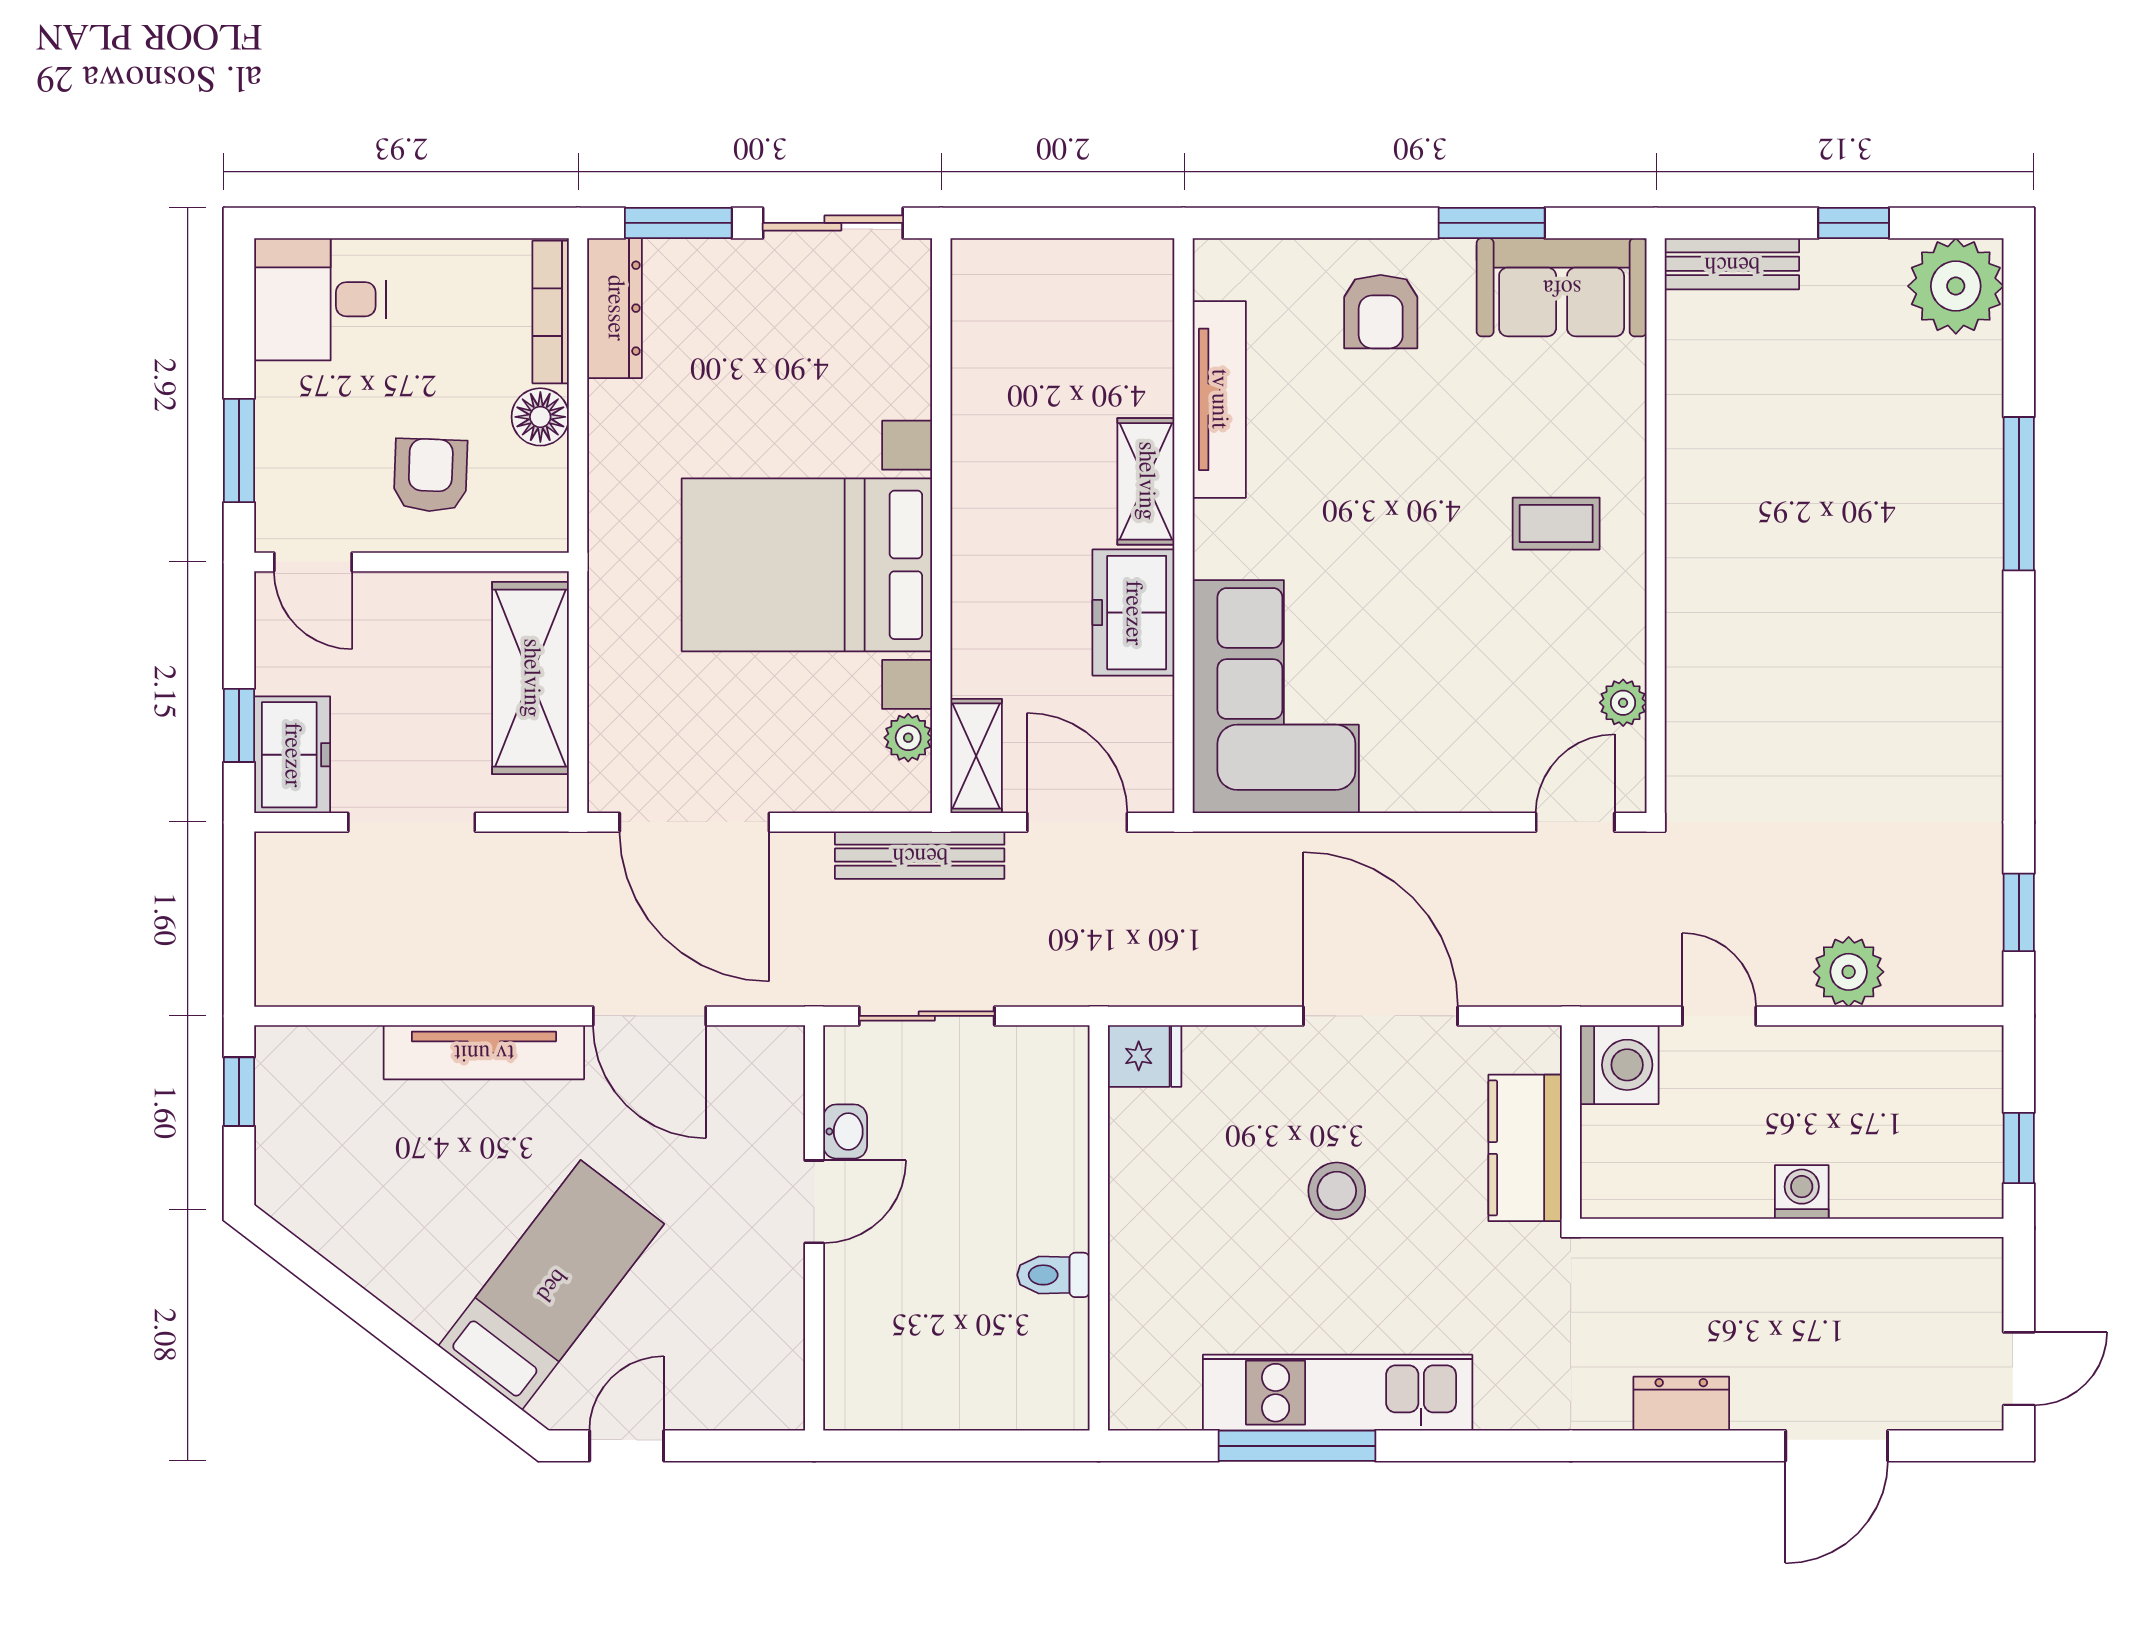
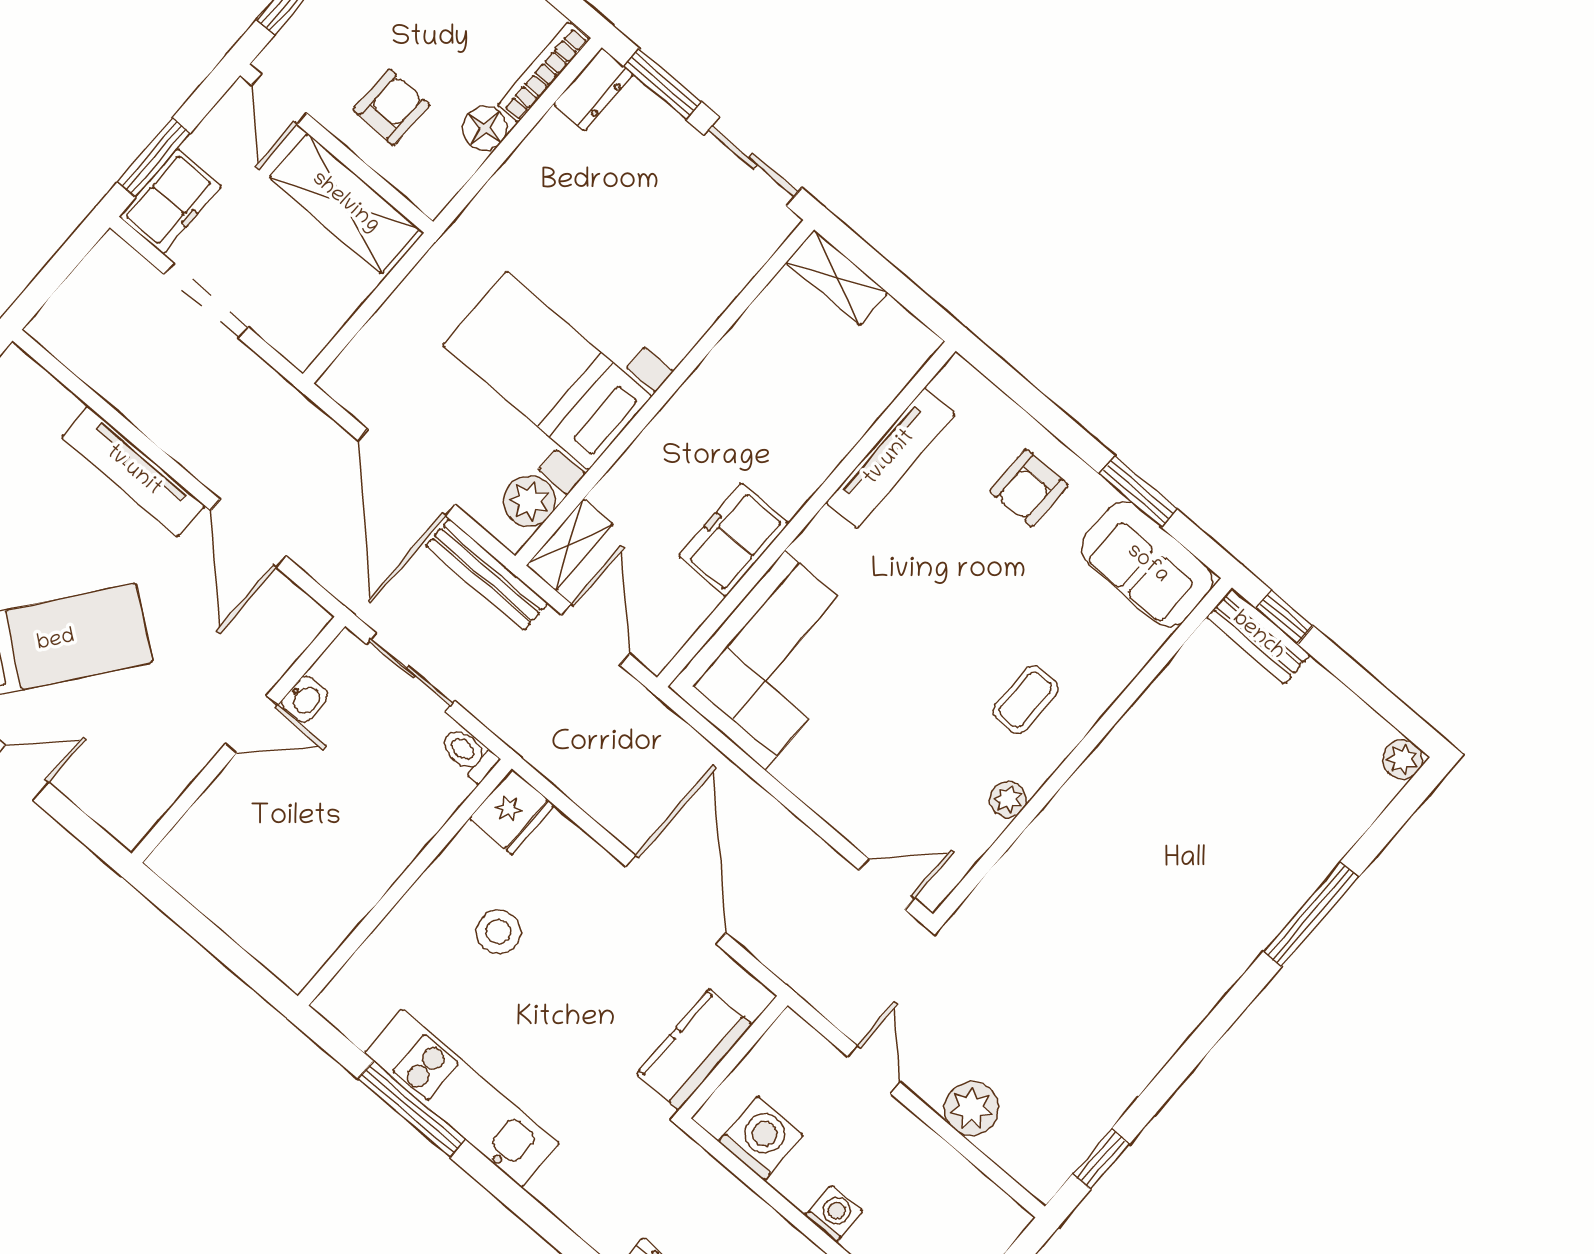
window: (1854, 223) -> (1285, 617), moved
plant: (1956, 286) -> (1402, 759), width x0.53, depth x0.53
dresser: (615, 308) -> (593, 89), width x0.70
shelving: (1146, 481) -> (837, 278), moved, turned 90
coffee table: (1556, 524) -> (1025, 700), turned 90
bed with nightstands: (807, 565) -> (547, 371), width x0.73
shelving: (531, 678) -> (345, 203), moved, turned 90
plant: (1623, 703) -> (1008, 799), moved
window: (239, 725) -> (154, 158), width x1.50
plant: (908, 738) -> (529, 501), width x1.38, depth x1.38
door: (694, 822) -> (407, 472), moved
fridge: (1145, 1056) -> (512, 812), width x1.38
washing machine: (1619, 1065) -> (761, 1138), moved, turned -90
stool: (1337, 1191) -> (498, 932), moved
toilet: (1053, 1275) -> (469, 754), moved

